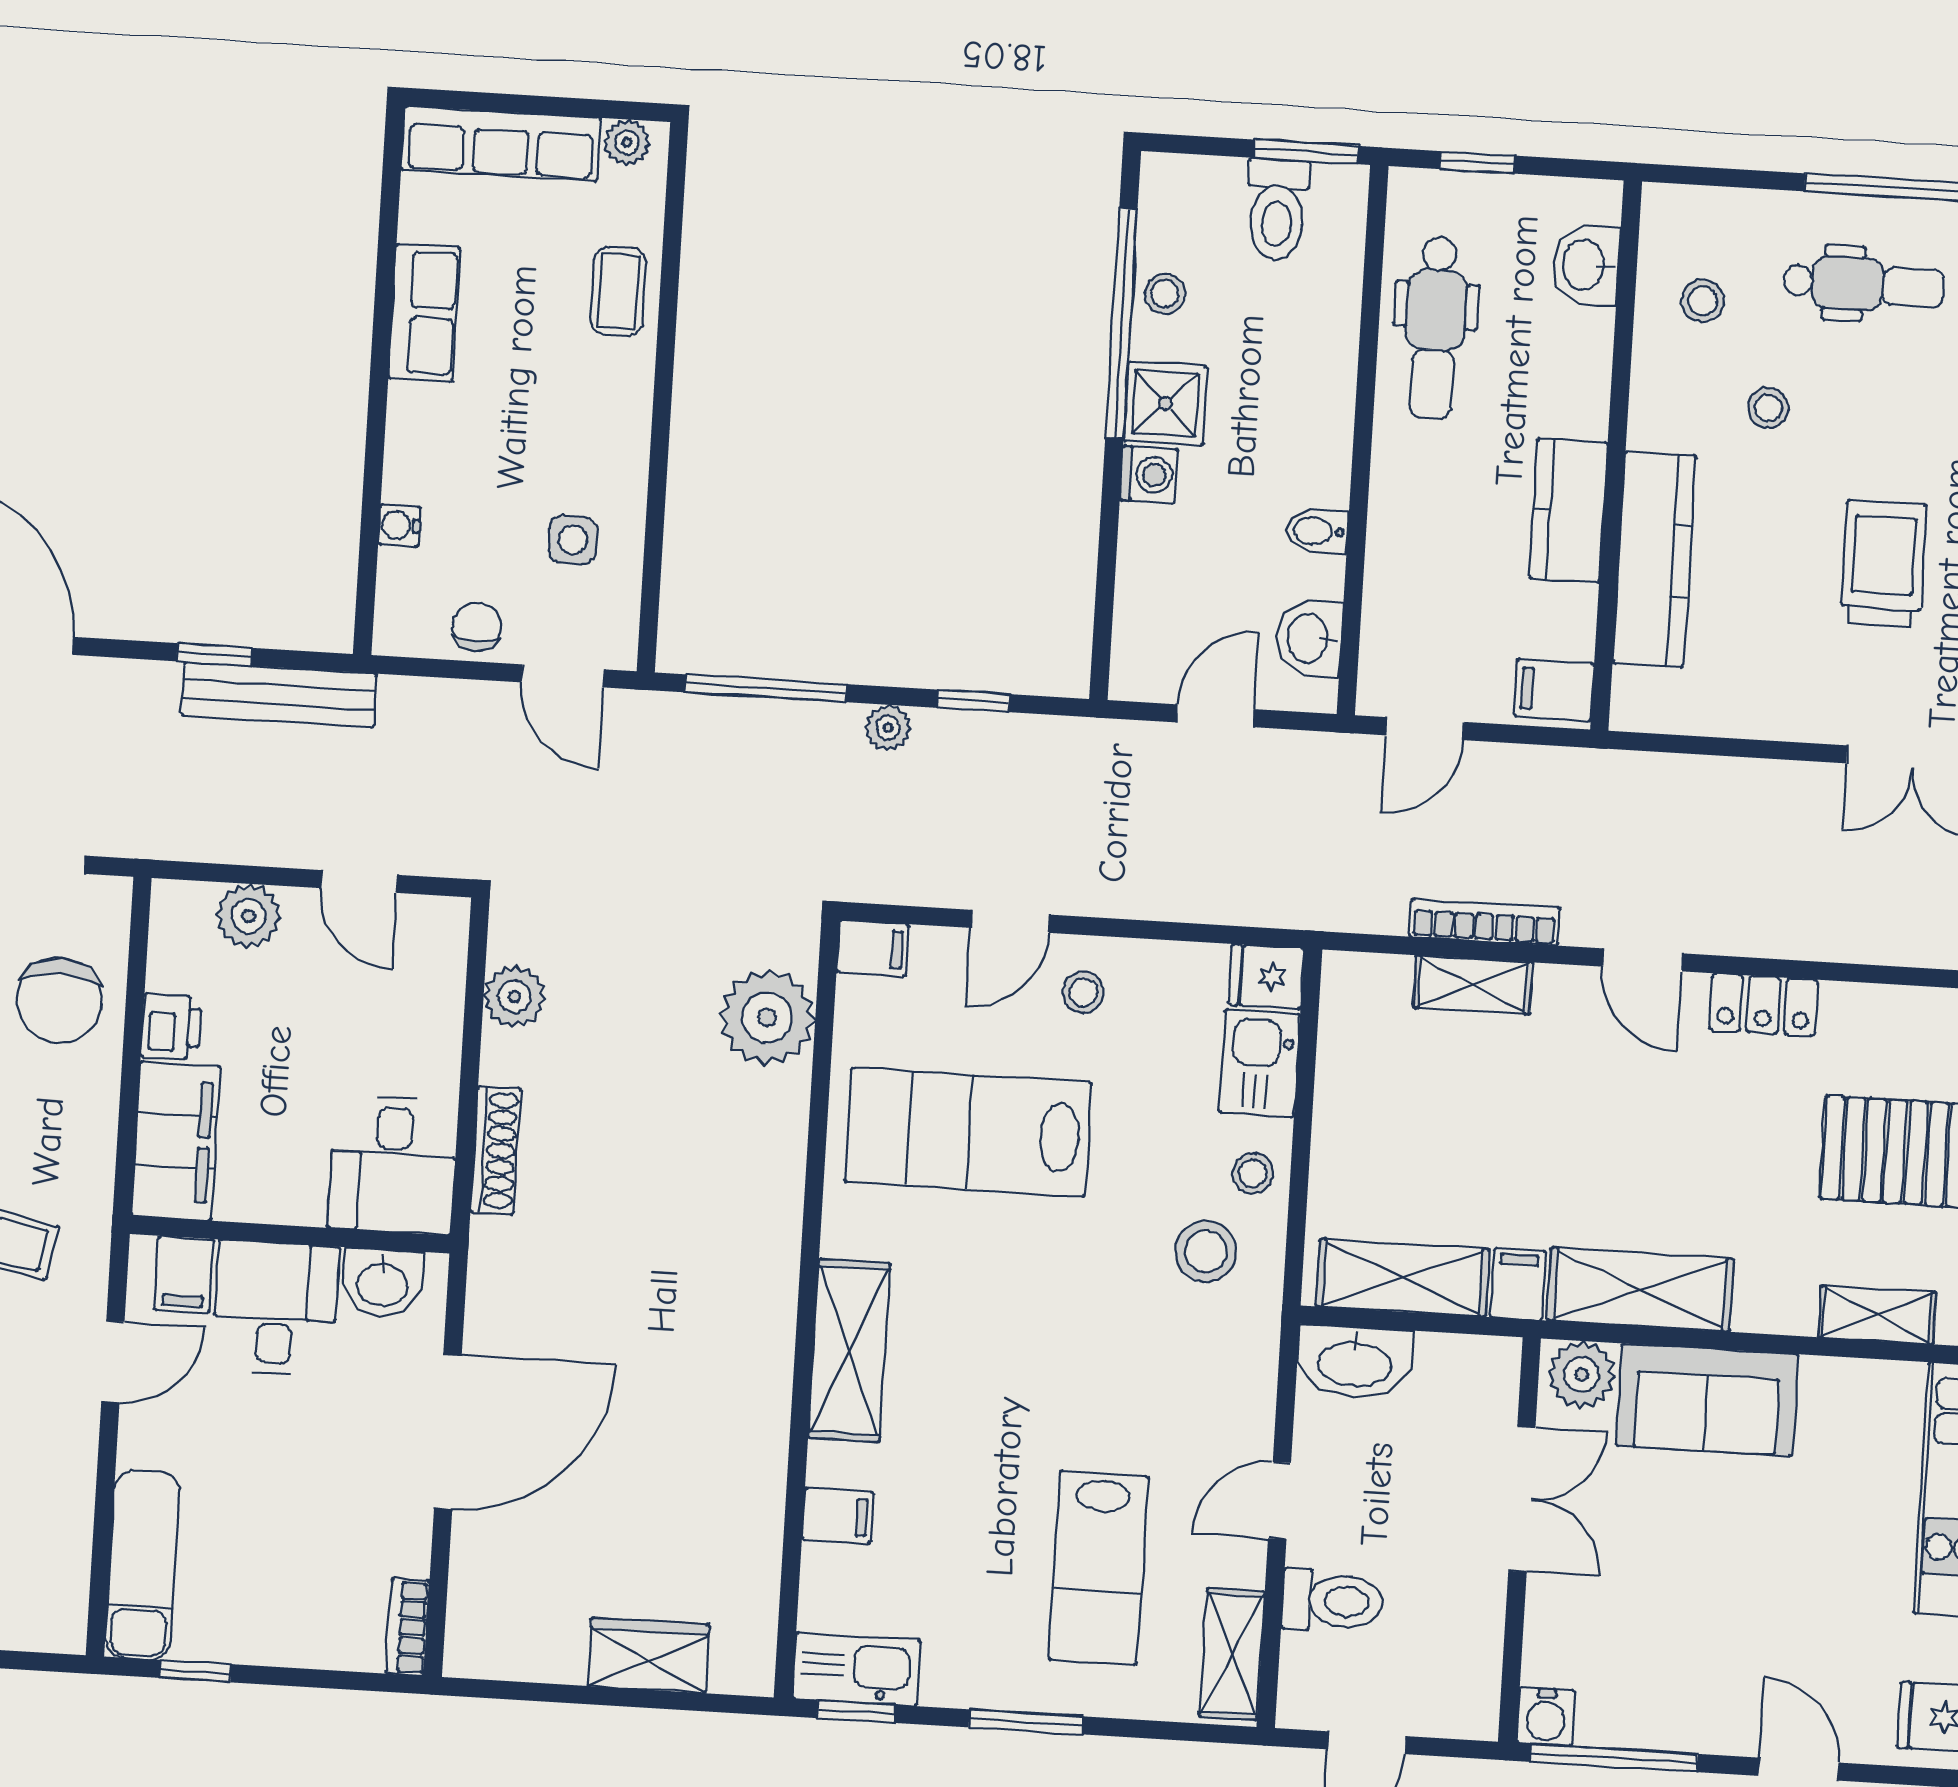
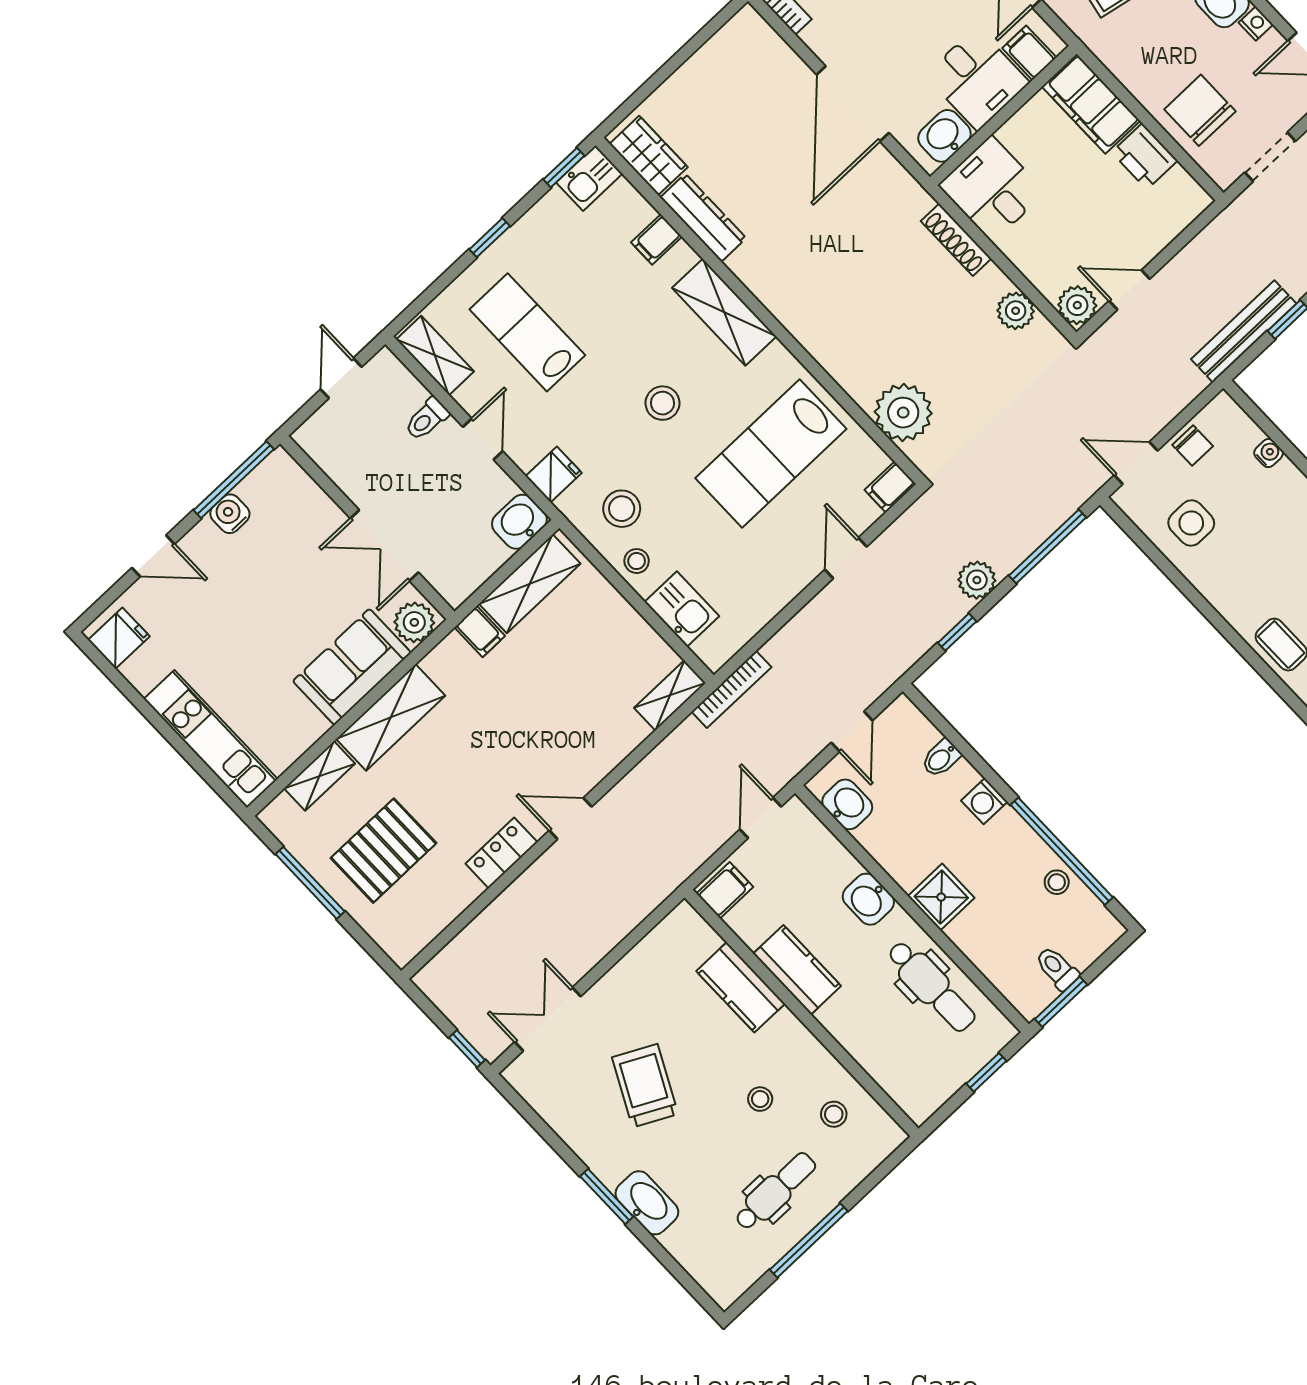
toilet: (1277, 210) -> (1057, 968), width x0.73, depth x0.72
washbasin: (1586, 265) -> (868, 899), moved, turned 180
dental chair: (1864, 284) -> (775, 1191), turned 180
dental chair: (1435, 328) -> (931, 986), turned 180
shower: (1165, 403) -> (941, 897), moved
bidet: (1317, 531) -> (941, 758), moved, turned 180
side table: (573, 540) -> (1191, 523), width x1.37, depth x1.37
kitchen counter: (1654, 559) -> (741, 987), width x0.67
trolley: (1883, 564) -> (645, 1086), turned -153
plant: (888, 728) -> (977, 580), width x1.38, depth x1.38
plant: (248, 916) -> (1077, 305), moved
bookcase: (1485, 922) -> (731, 689), moved
fridge: (1266, 977) -> (554, 474), moved
shelving: (1473, 985) -> (670, 695), moved
stool: (1083, 992) -> (663, 403), moved, width x1.37, depth x1.37
printer: (171, 1026) -> (1145, 156), width x1.36, depth x1.24
lab bench: (968, 1132) -> (771, 454), turned 180
shelving: (1640, 1290) -> (391, 717), moved
washbasin: (1355, 1362) -> (519, 522), width x0.72
dresser: (758, 1484) -> (703, 218), added
toilet: (1333, 1601) -> (427, 419), width x0.73, depth x0.72
wardrobe: (648, 1655) -> (649, 155), moved, turned -90
kitchen sink: (856, 1669) -> (589, 178), width x0.73
water cooler: (1546, 1717) -> (230, 514), moved
window: (1026, 1722) -> (490, 238), width x0.67

